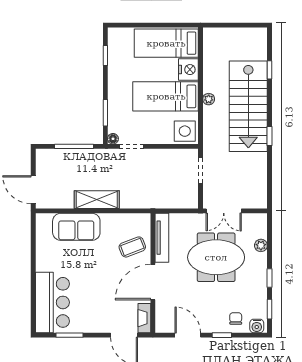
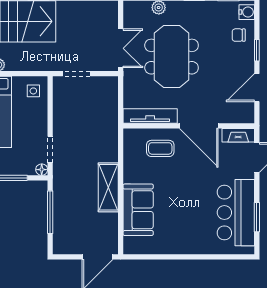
side table: (185, 131) -> (33, 91), width x0.54, depth x0.54
coffee table: (132, 247) -> (160, 148), turned -69
bar counter: (52, 302) -> (236, 213), moved, turned -90

